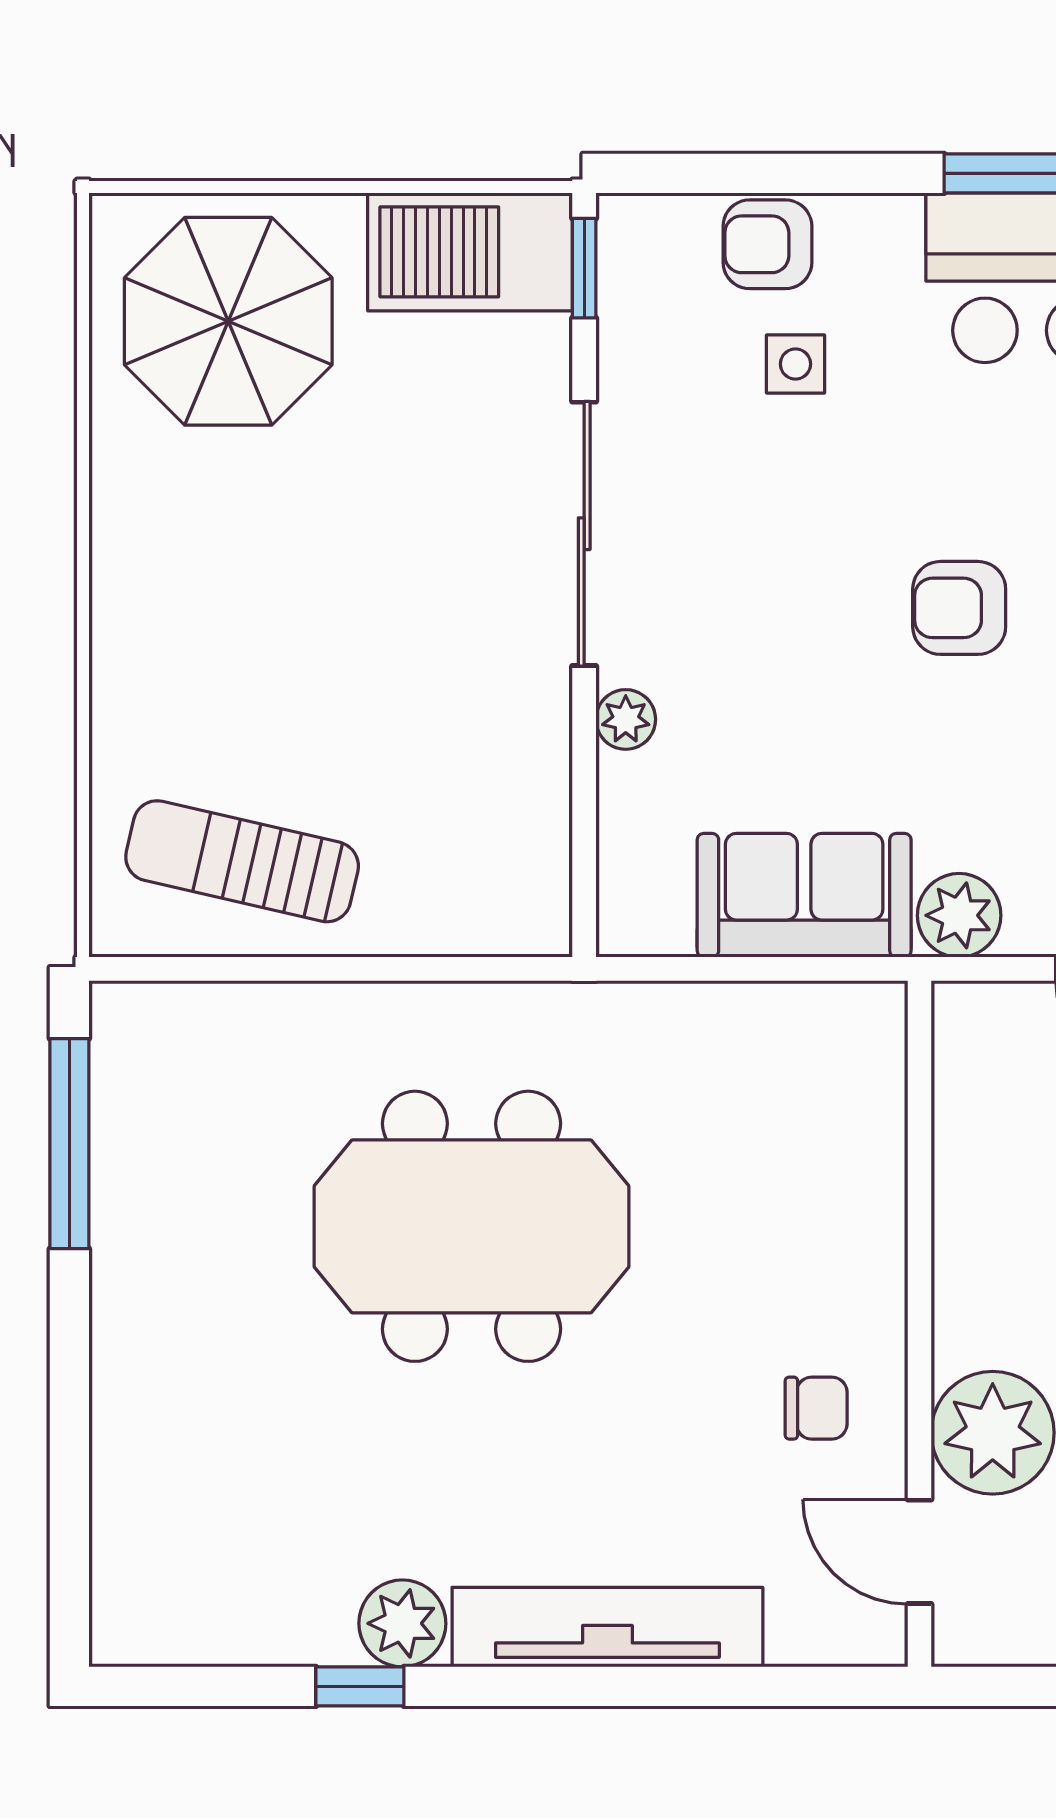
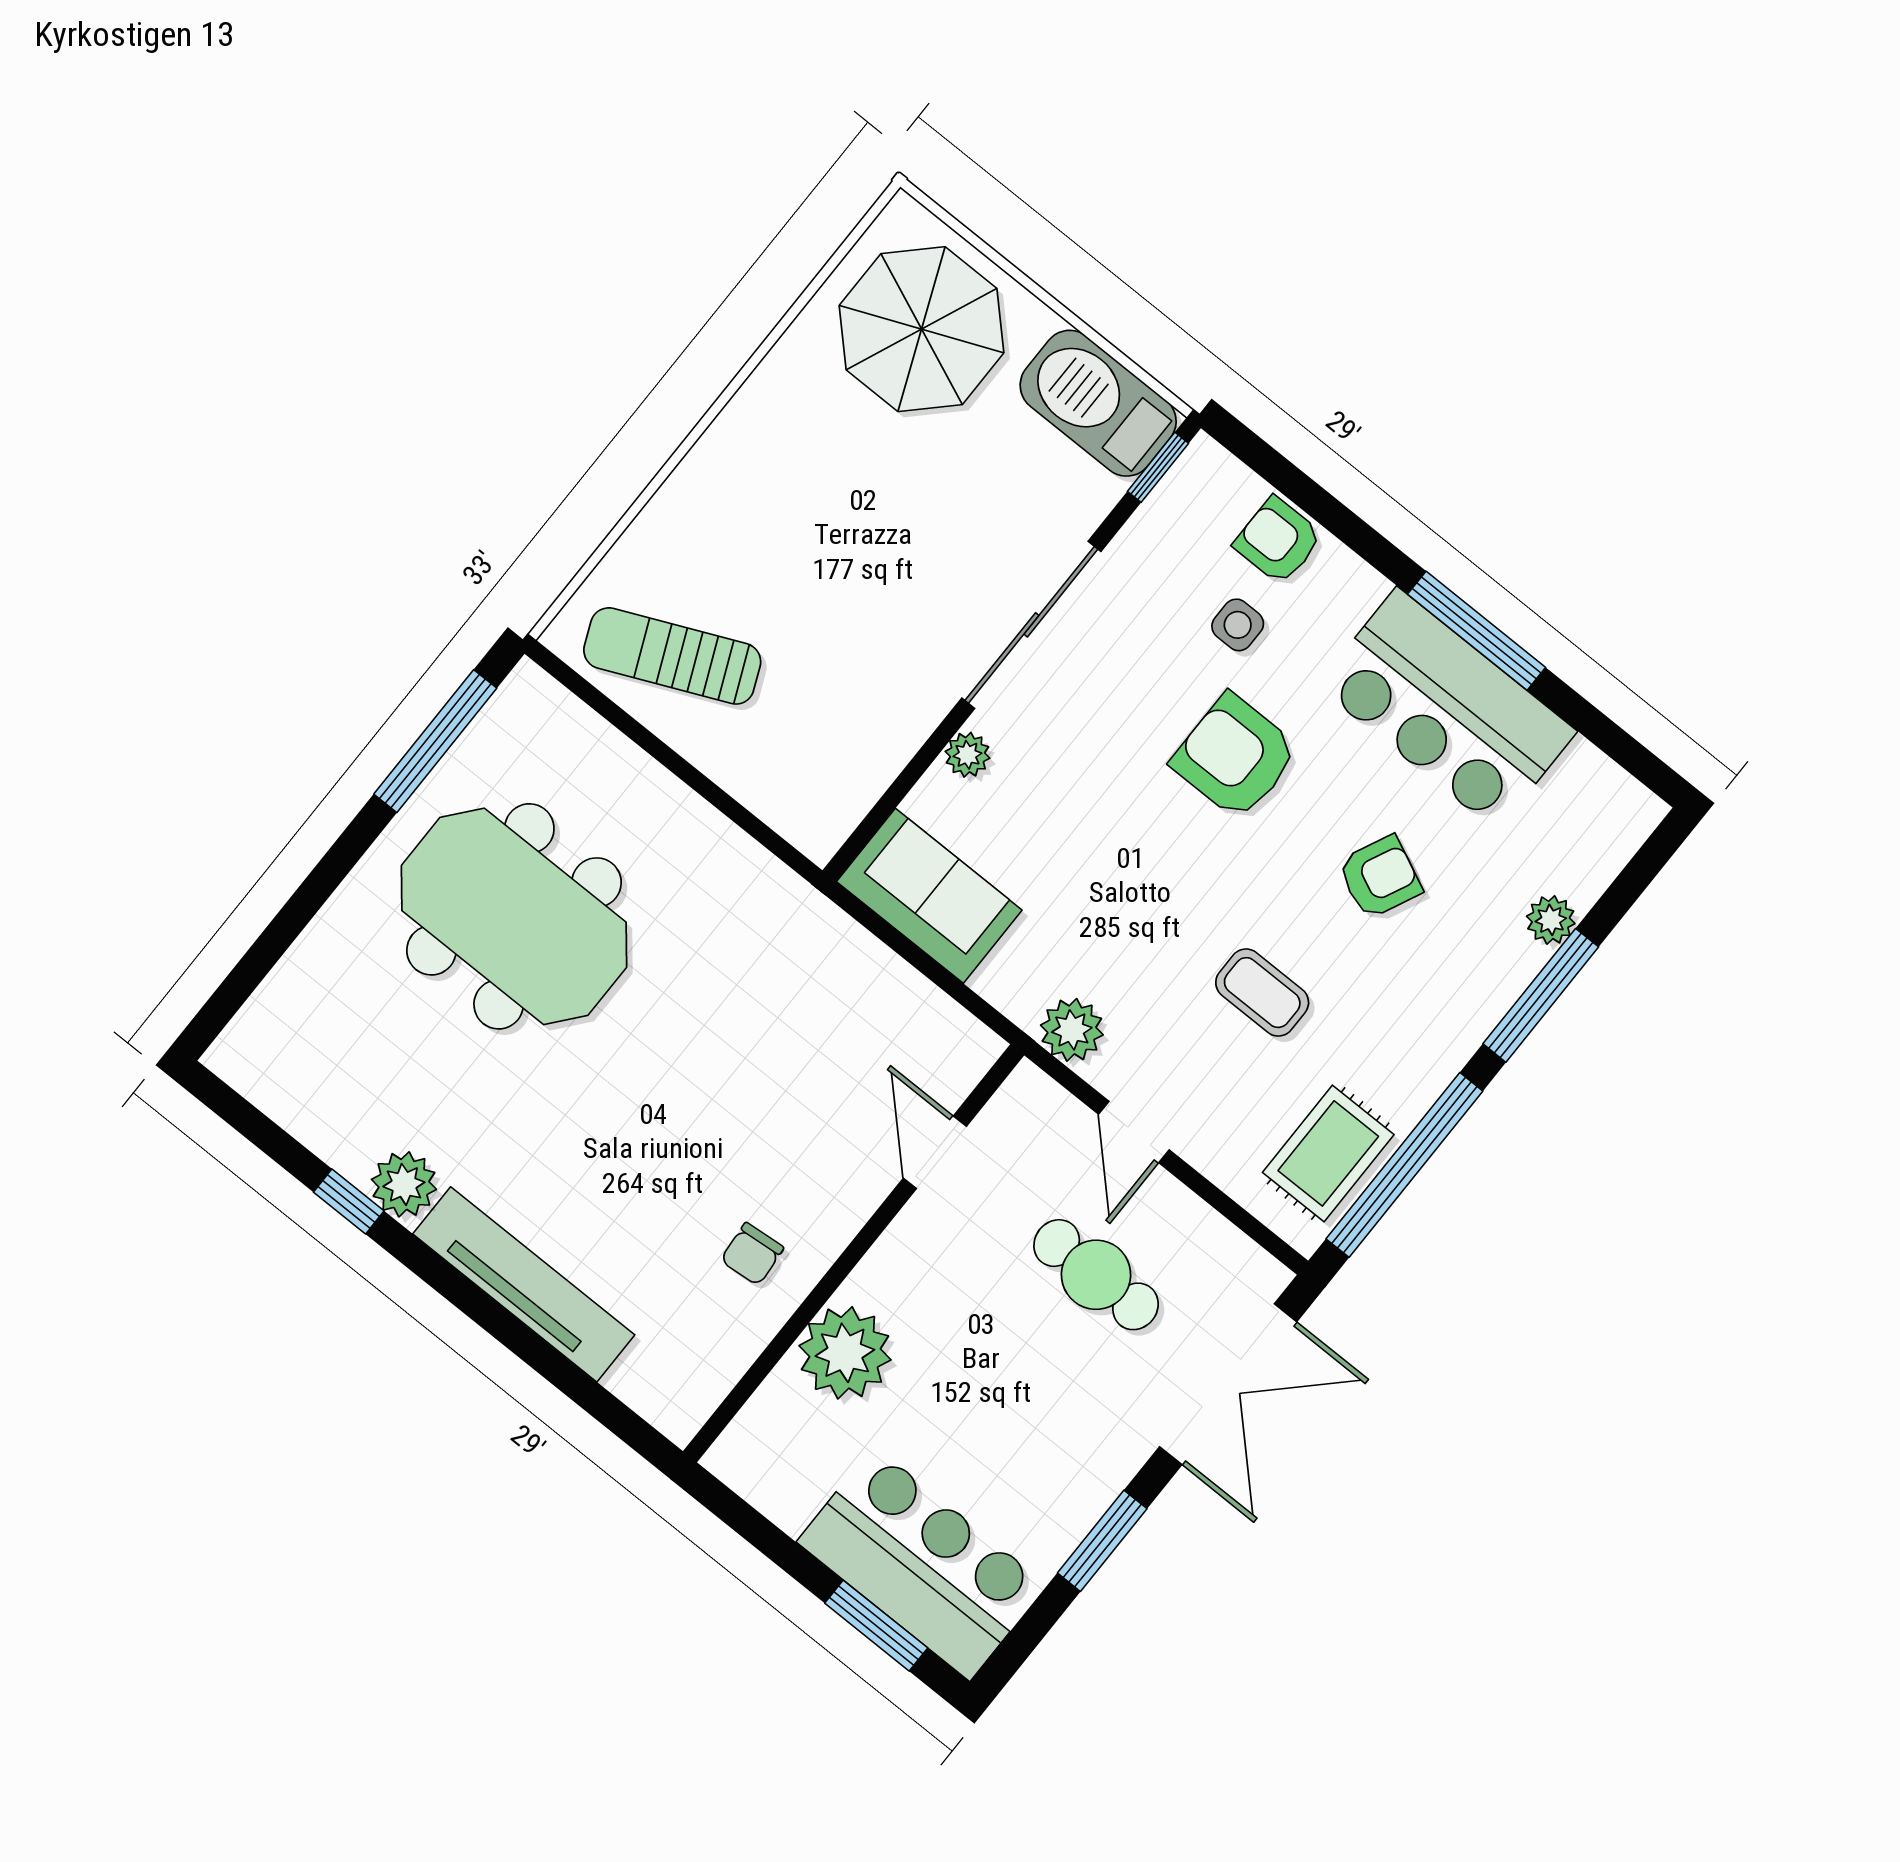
armchair: (959, 608) -> (1235, 757), moved, width x1.38, depth x1.38
sun lounger: (242, 861) -> (672, 656), turned -37
sofa: (804, 895) -> (929, 896), moved
meeting table: (472, 1226) -> (514, 916), moved
chair: (816, 1408) -> (752, 1254), turned 85
door: (920, 1552) -> (935, 1152), moved

